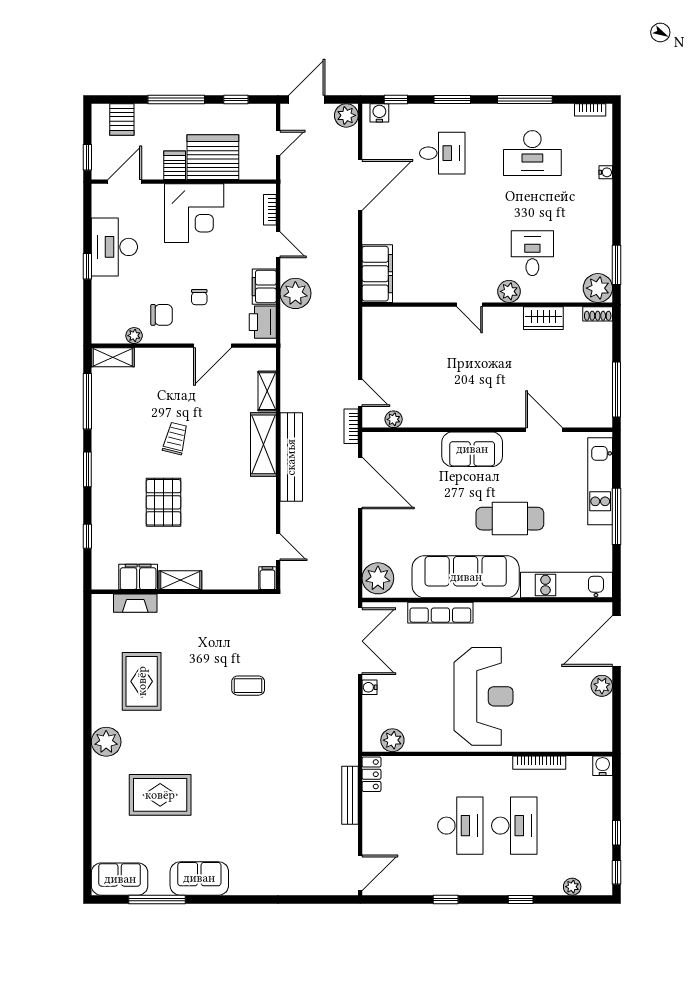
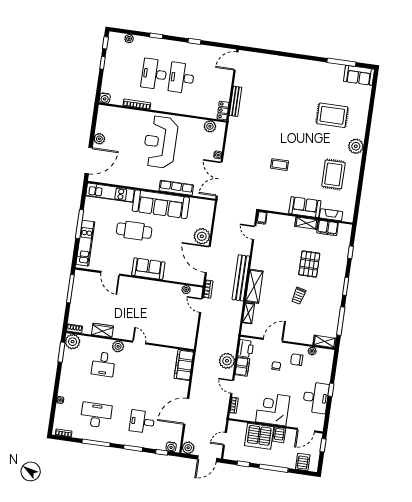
plant: (378, 578) -> (202, 236), moved
sofa: (199, 878) -> (305, 207), moved, turned 180

